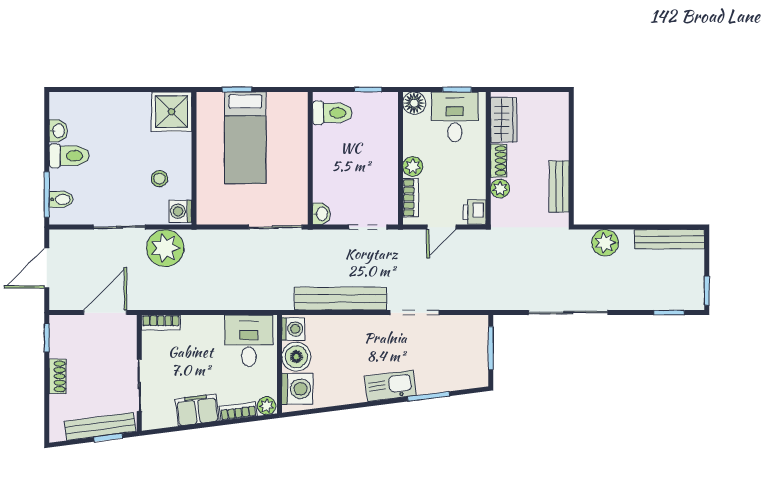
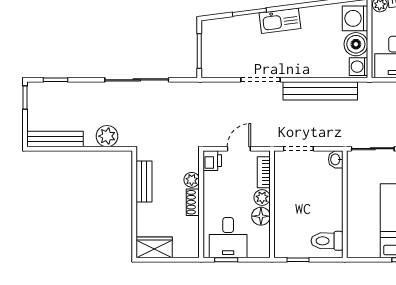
floor lamp: (414, 103) -> (261, 216), moved
wardrobe: (504, 120) -> (154, 247), moved, turned 90

